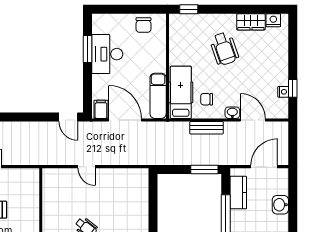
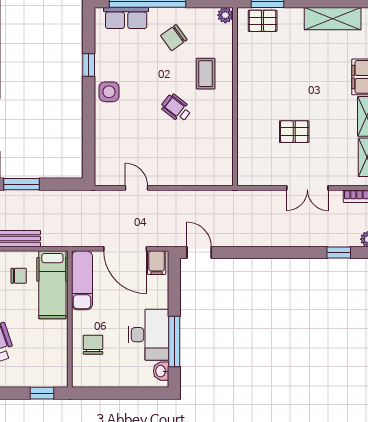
chair: (144, 25) -> (93, 345), moved
washbasin: (97, 26) -> (161, 371), added
window: (87, 49) -> (174, 341), width x1.44
door: (87, 167) -> (136, 188), moved

